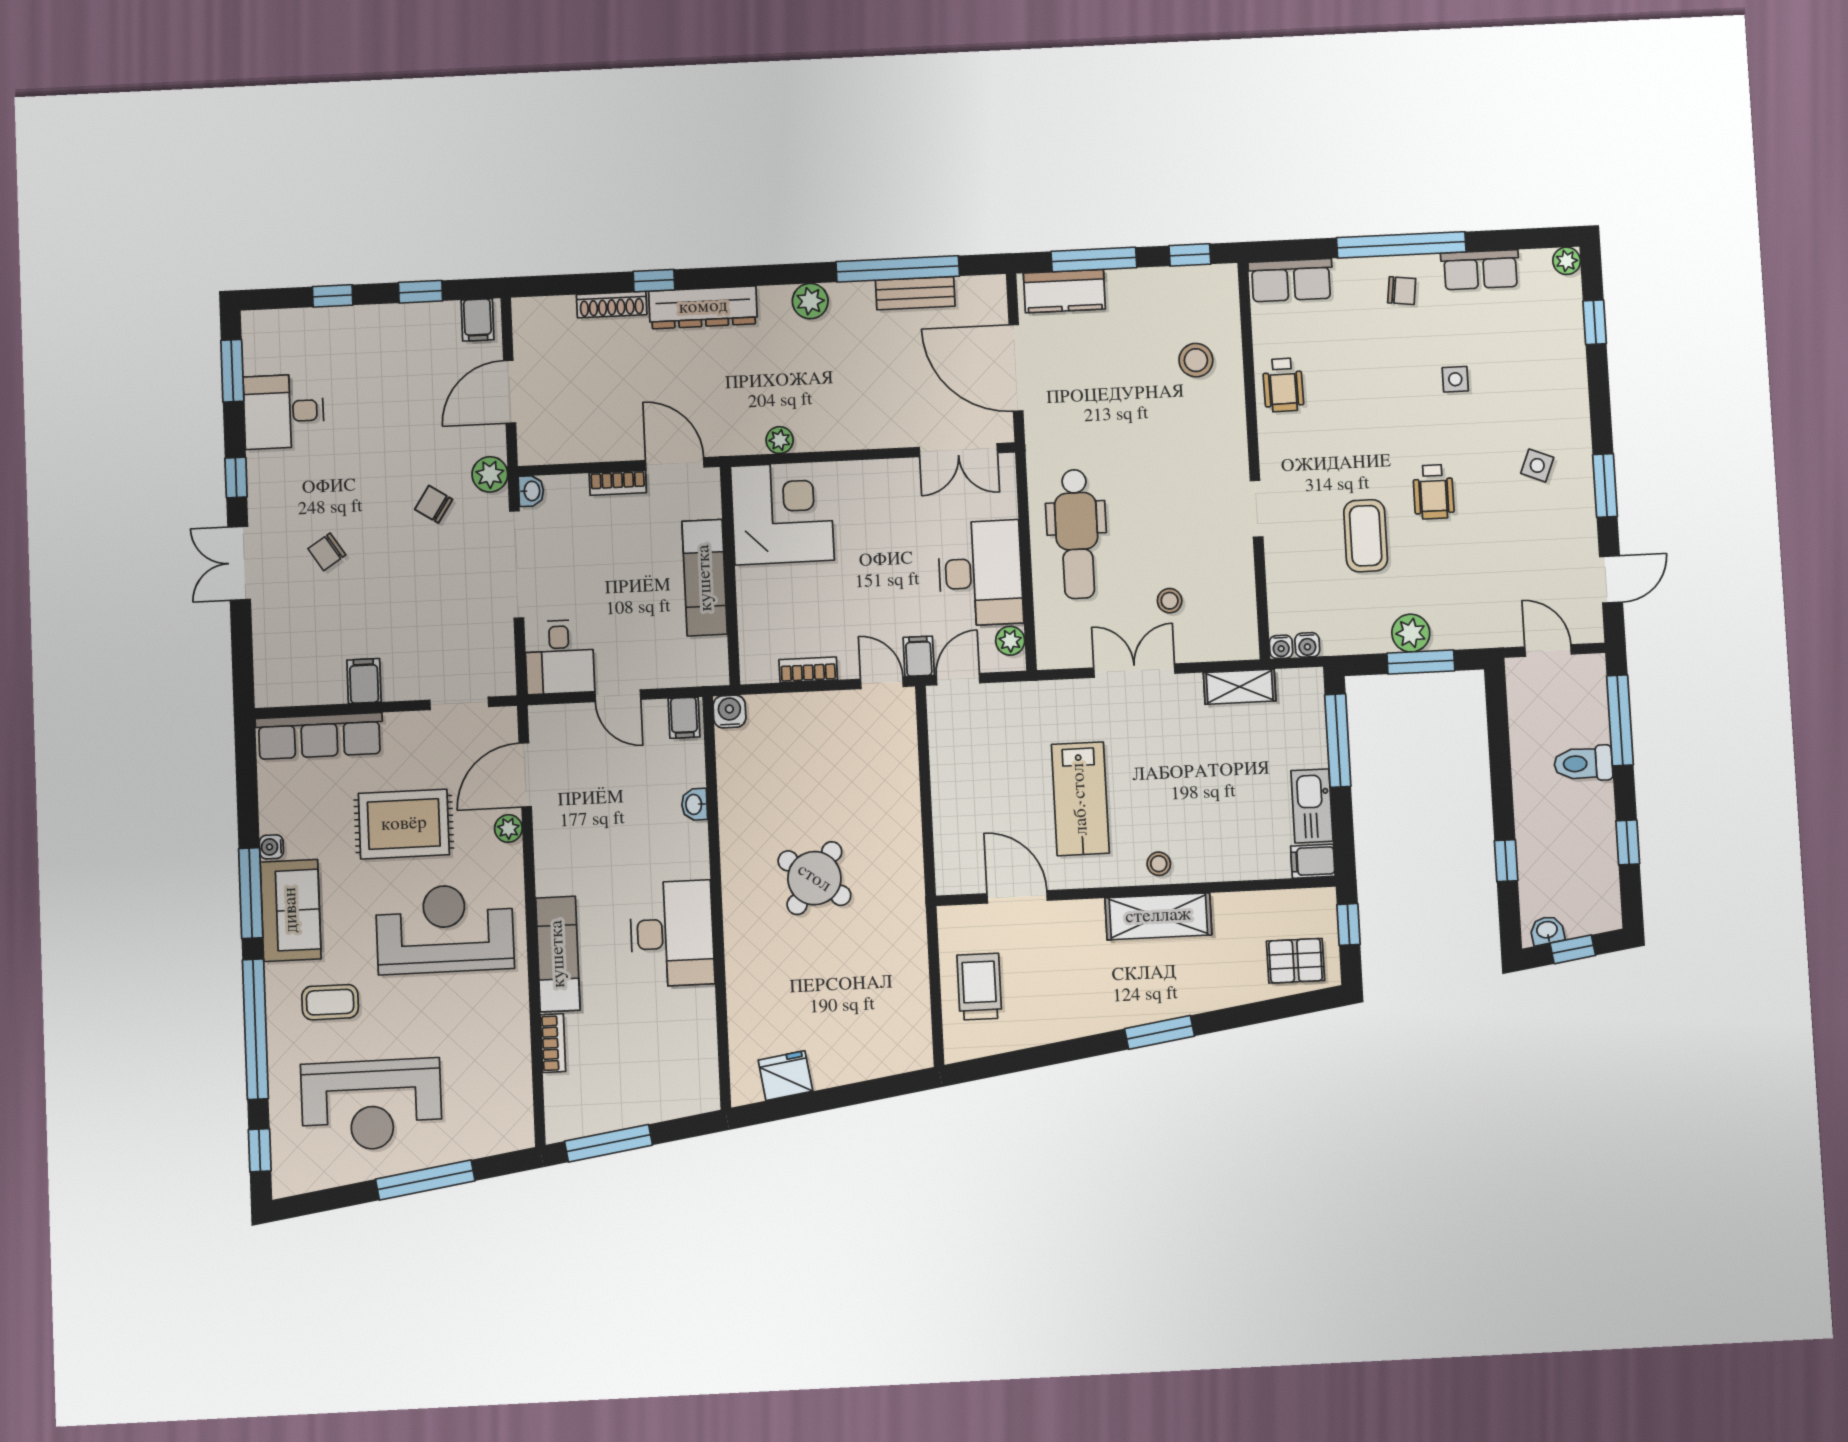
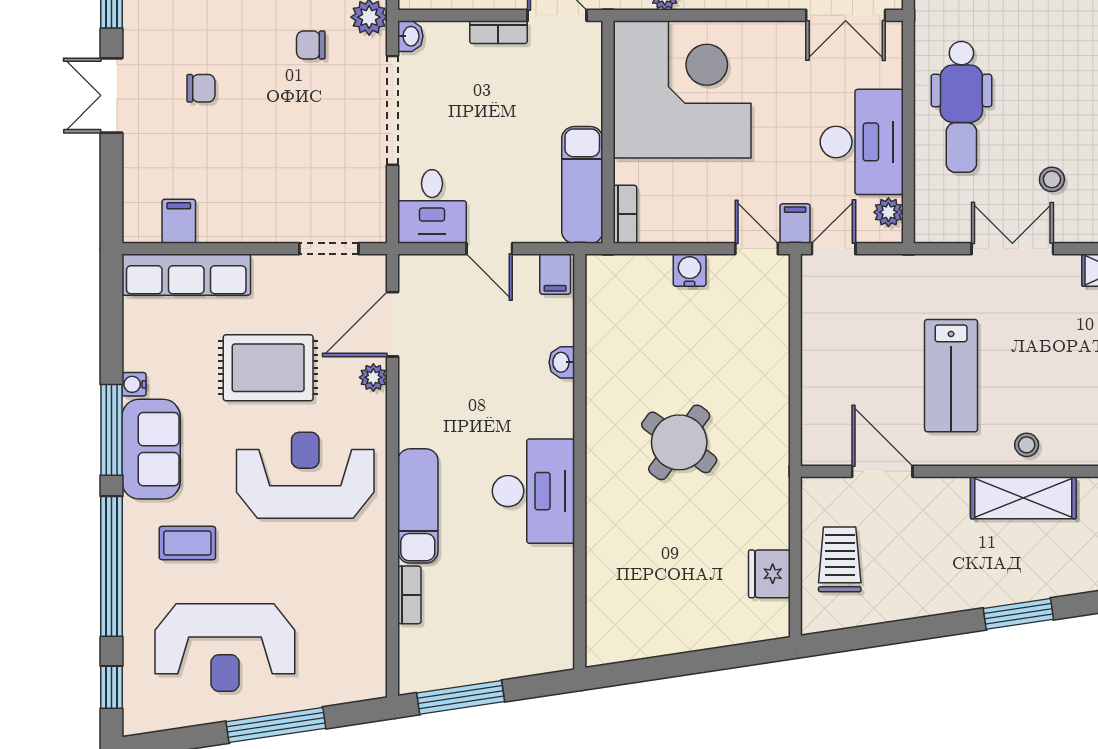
chair: (434, 504) -> (311, 45), turned -33
corner desk: (782, 513) -> (682, 89), width x1.36, depth x1.36
chair: (327, 552) -> (201, 88), turned -147
exam couch: (705, 578) -> (582, 185), moved
bookcase: (808, 670) -> (625, 214), moved, turned 90
filing cabinet: (364, 681) -> (179, 221), moved
water cooler: (729, 712) -> (690, 270), moved
fridge: (785, 1076) -> (769, 574), moved, turned -81

